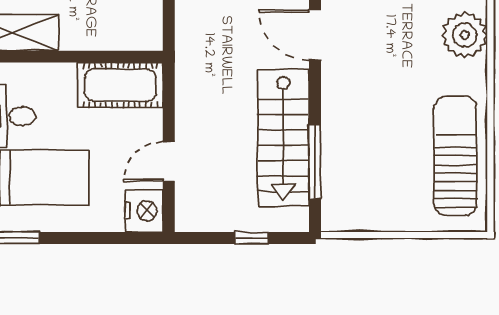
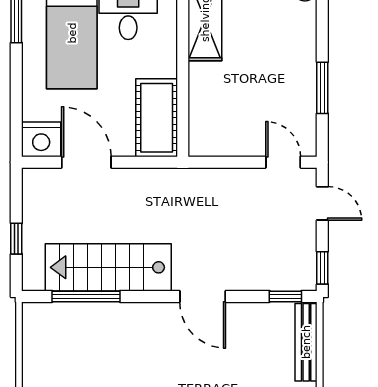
door: (315, 35) -> (203, 296), swing flipped
door: (169, 162) -> (86, 162), width x1.38

